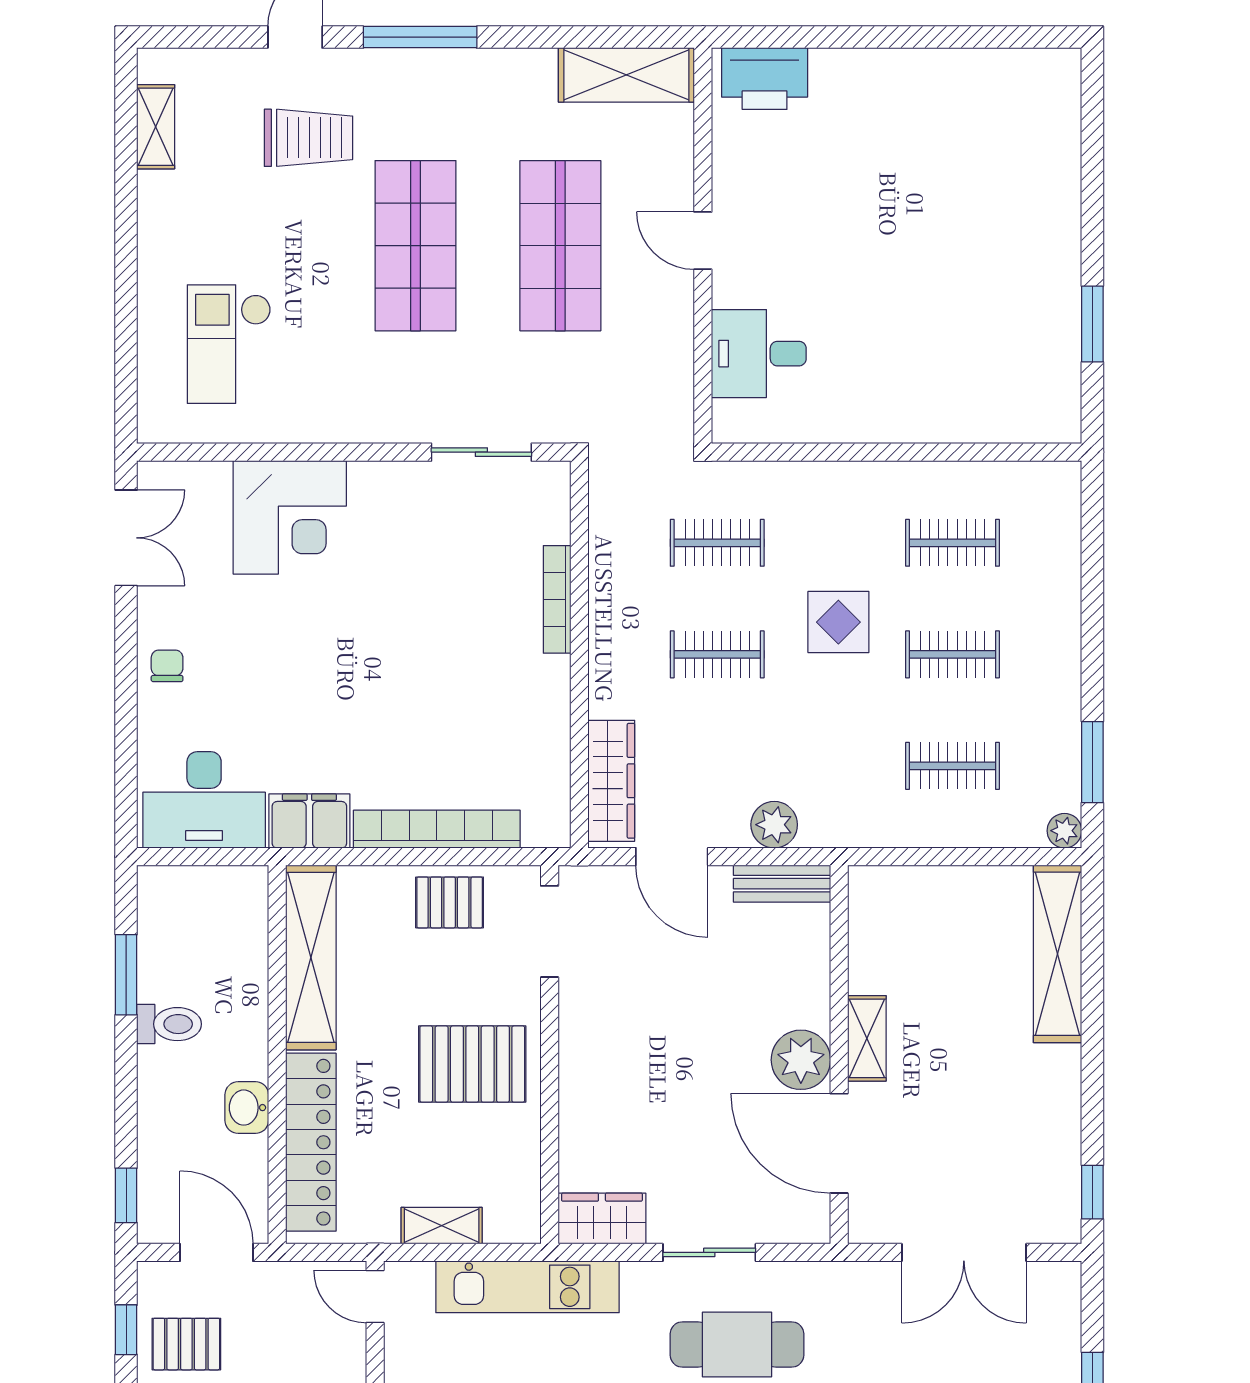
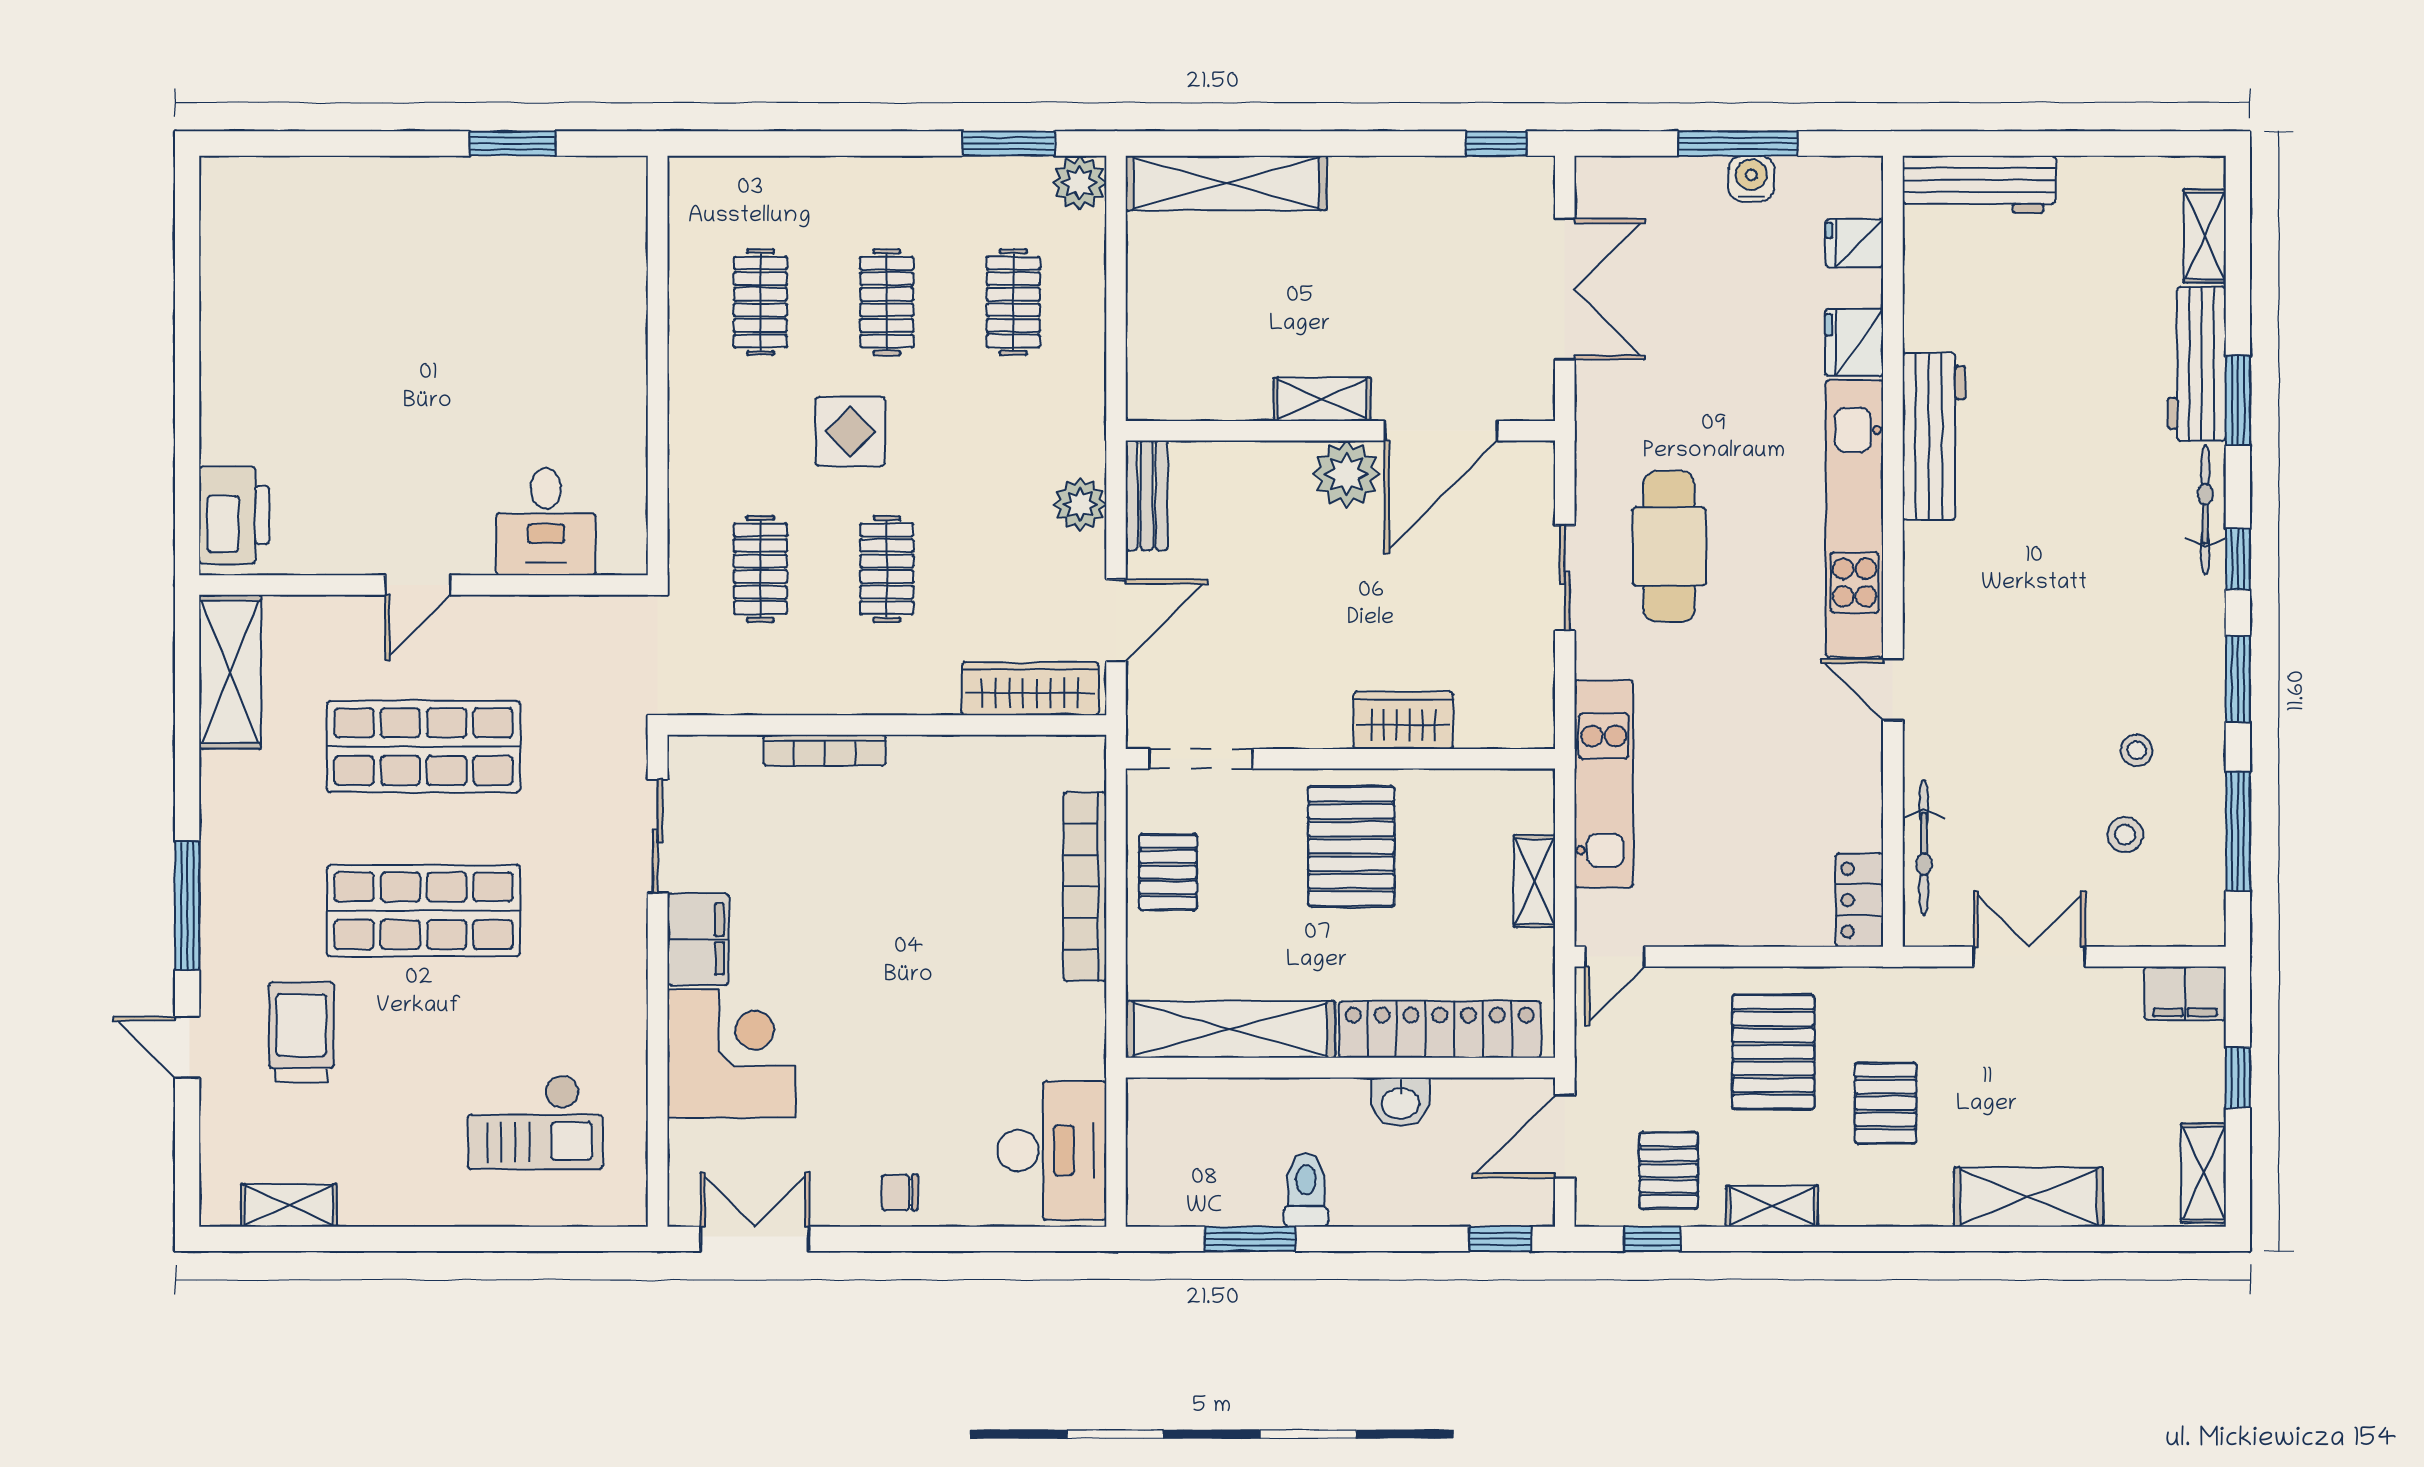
filing cabinet: (309, 821) -> (698, 939), moved, turned 180
plant: (1064, 831) -> (1079, 183), width x1.38, depth x1.38
wardrobe: (602, 1219) -> (1403, 720), moved, turned 90

